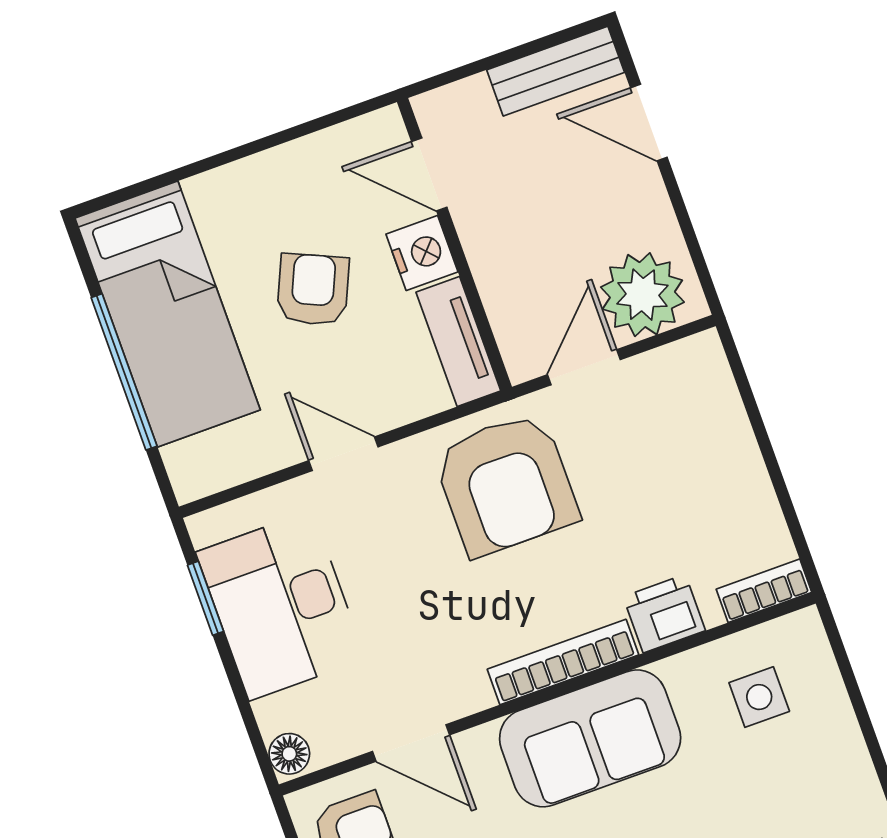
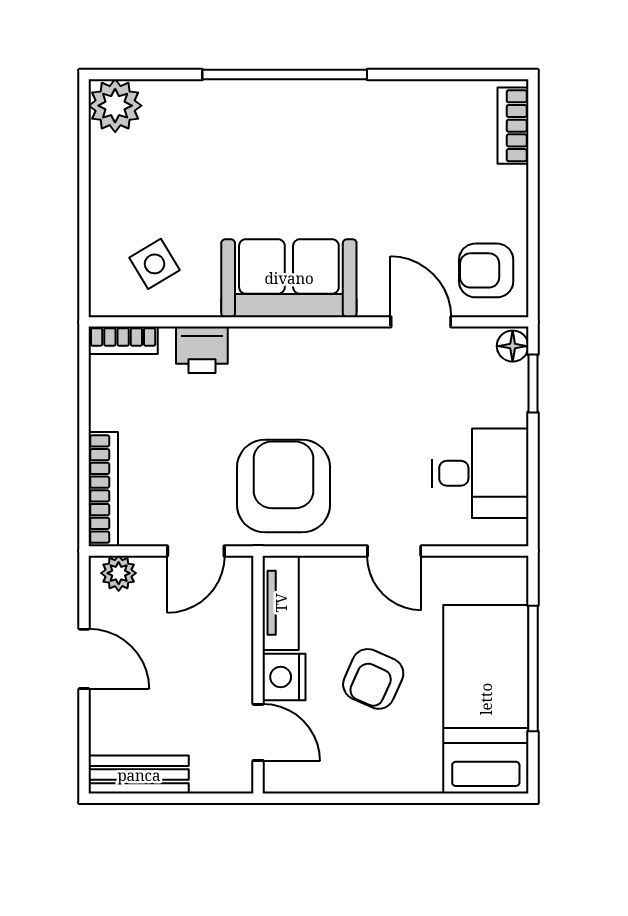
door: (649, 123) -> (84, 659), moved
plant: (642, 295) -> (119, 573), width x0.53, depth x0.53
window: (206, 598) -> (533, 383), moved
desk: (281, 606) -> (480, 473), width x0.73
bookcase: (563, 662) -> (103, 489), moved, turned -90
side table: (759, 697) -> (155, 264), turned -31

